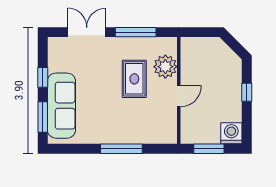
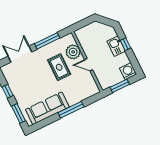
kitchen sink: (232, 89) -> (116, 46), added
door: (179, 96) -> (89, 65), swing flipped
sofa: (61, 106) -> (47, 108), moved, turned -90

